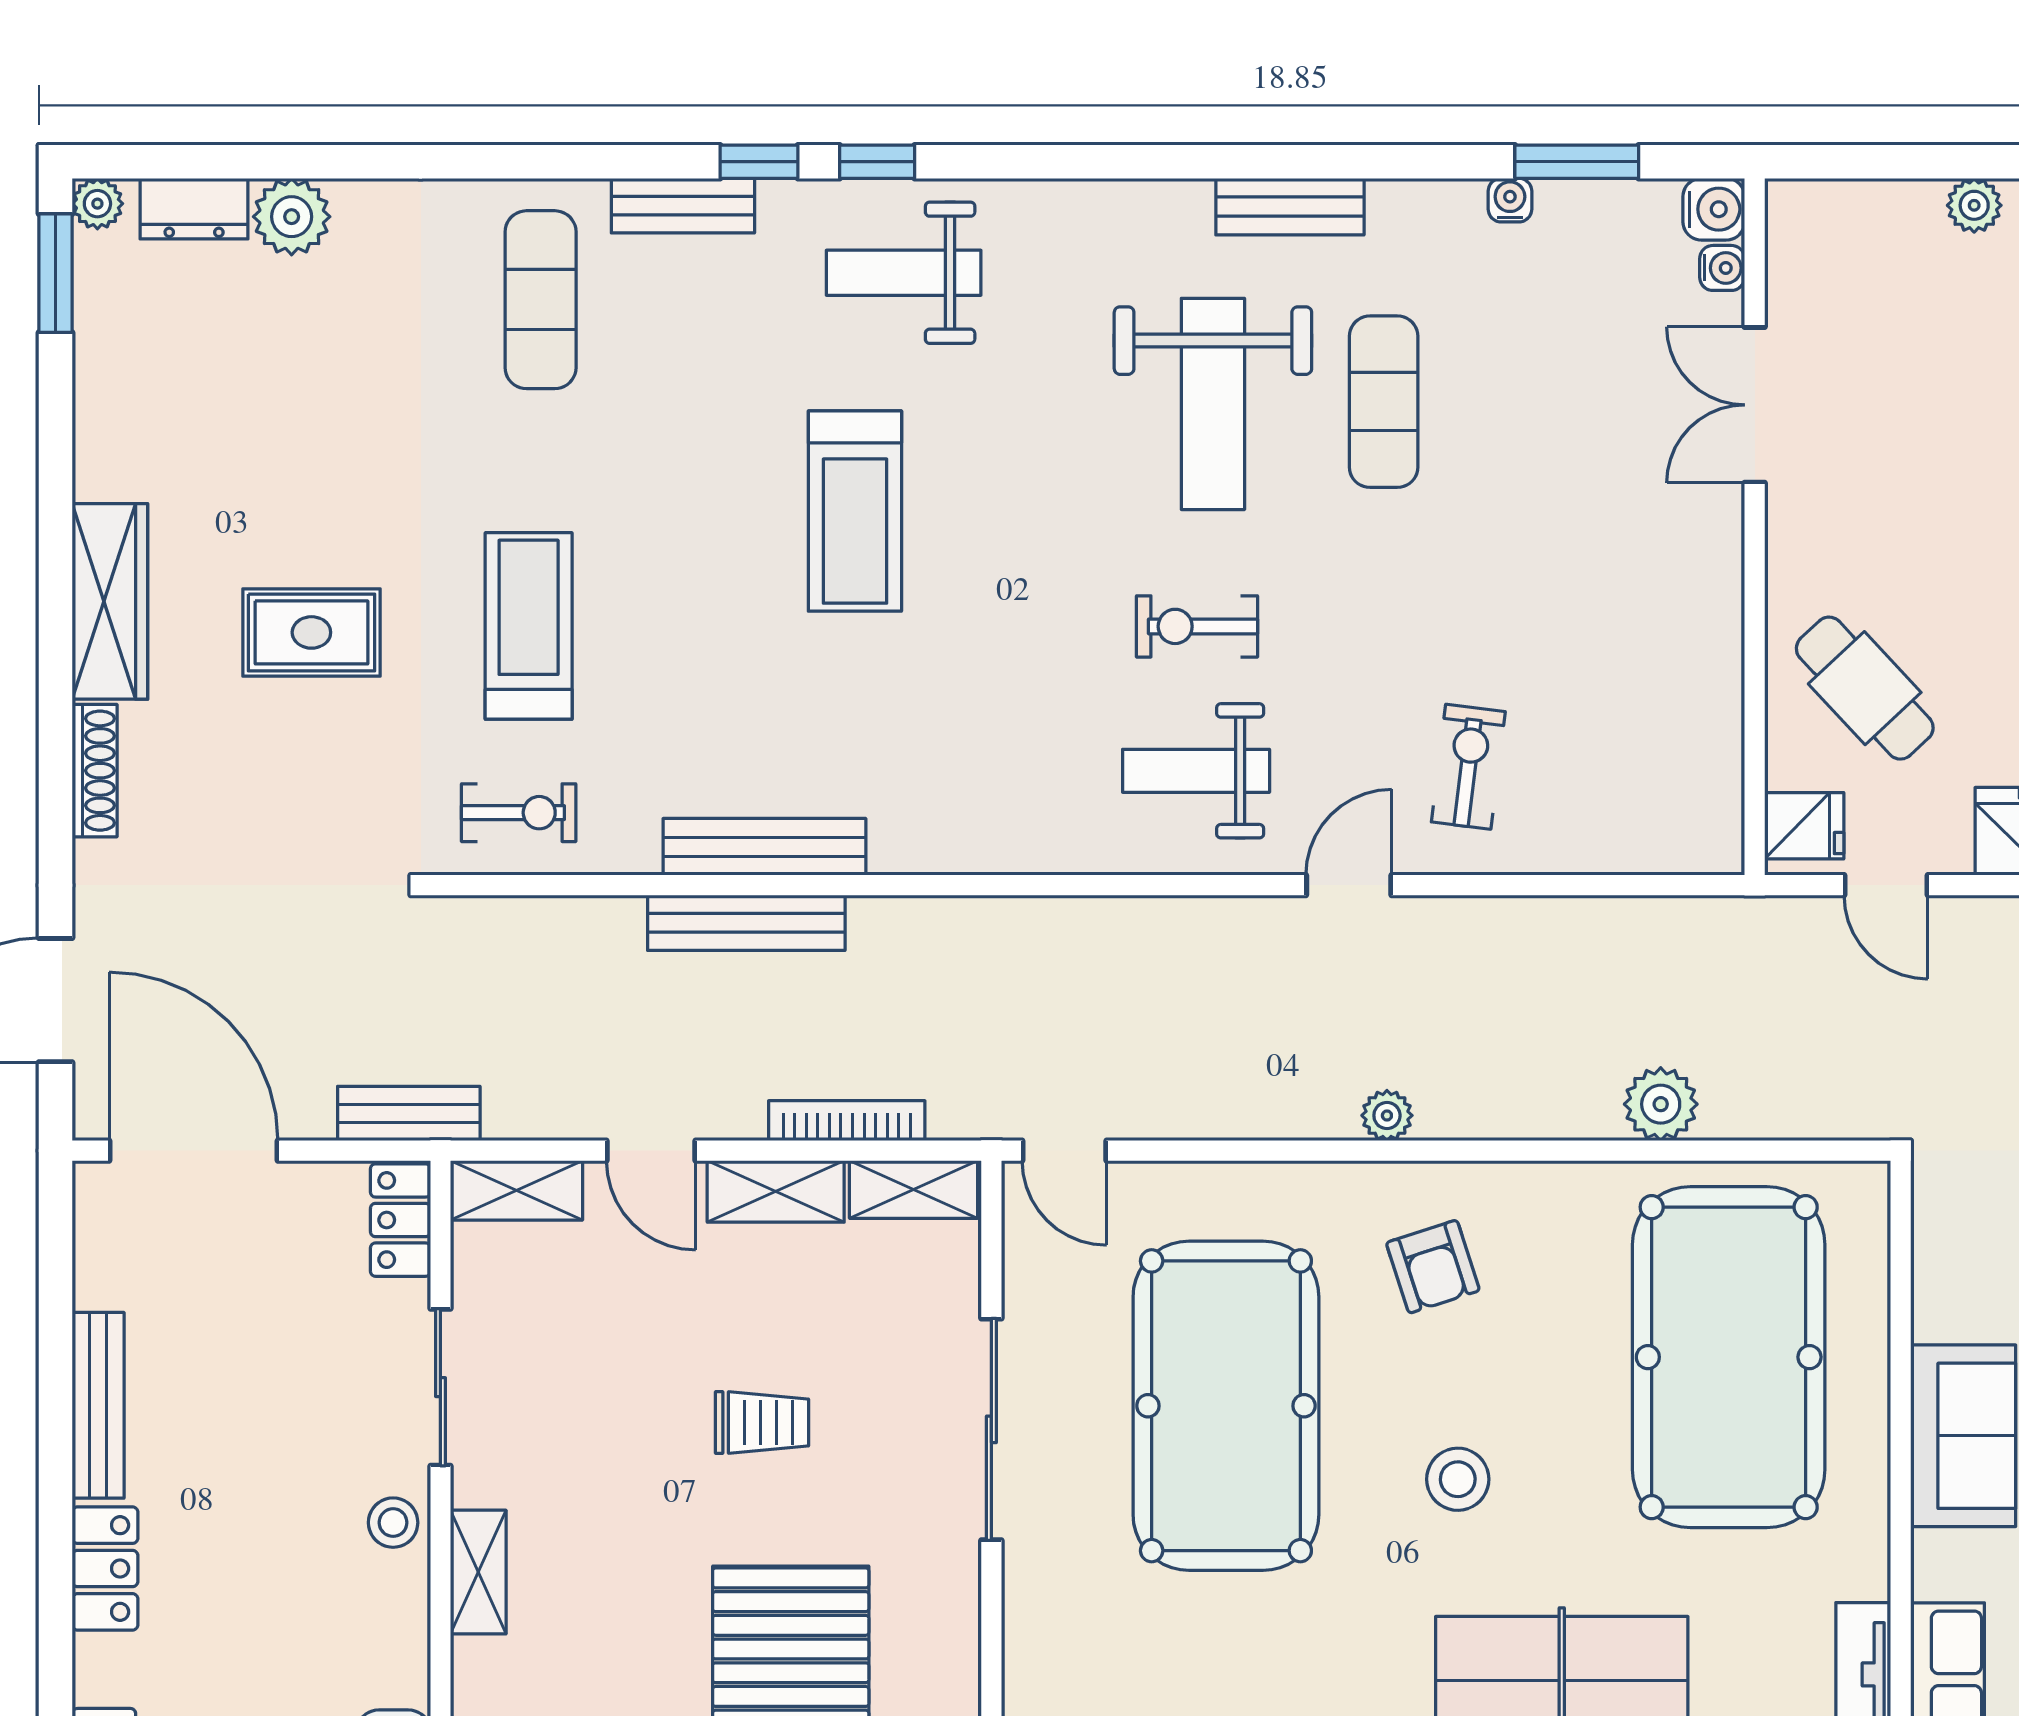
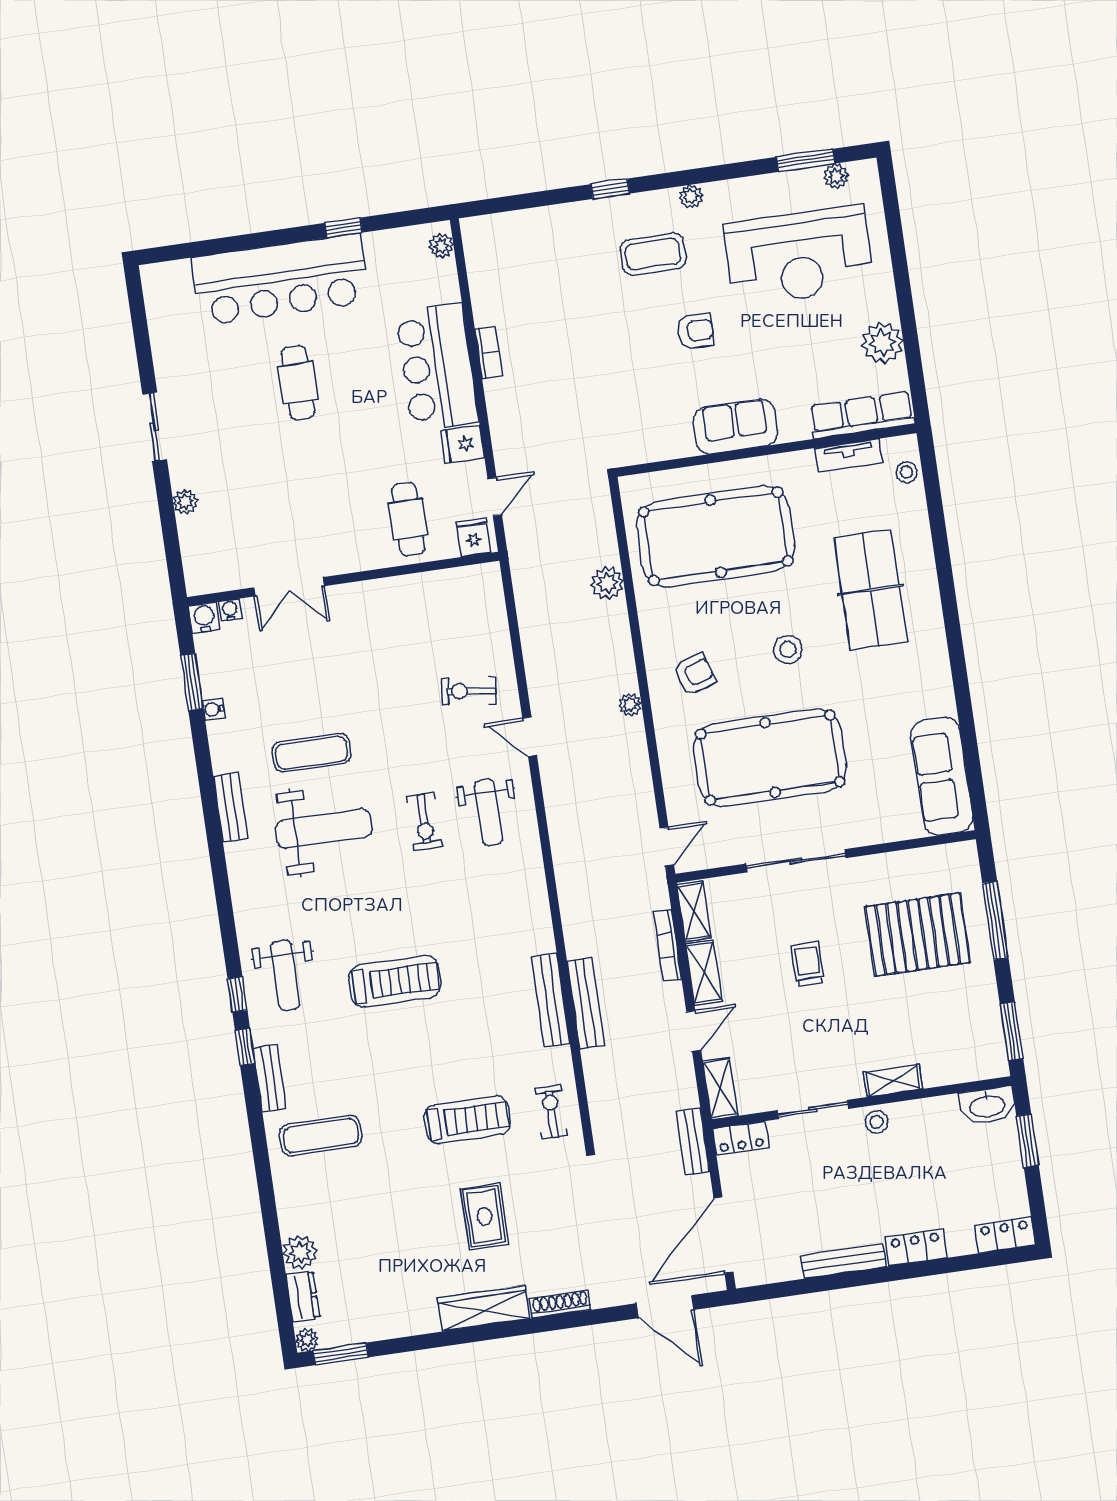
treadmill: (529, 626) -> (467, 1120), turned 180
cafe table: (1865, 688) -> (408, 519), turned -47

